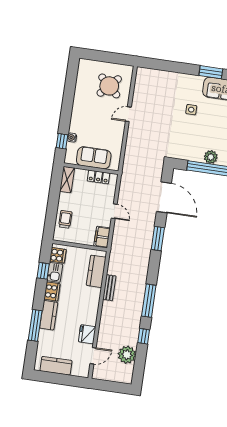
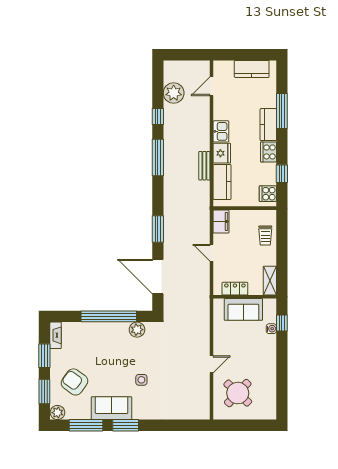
plant: (211, 157) -> (137, 330), moved
kitchen sink: (55, 272) -> (221, 131), moved, turned 180
fridge: (87, 334) -> (222, 153), moved

